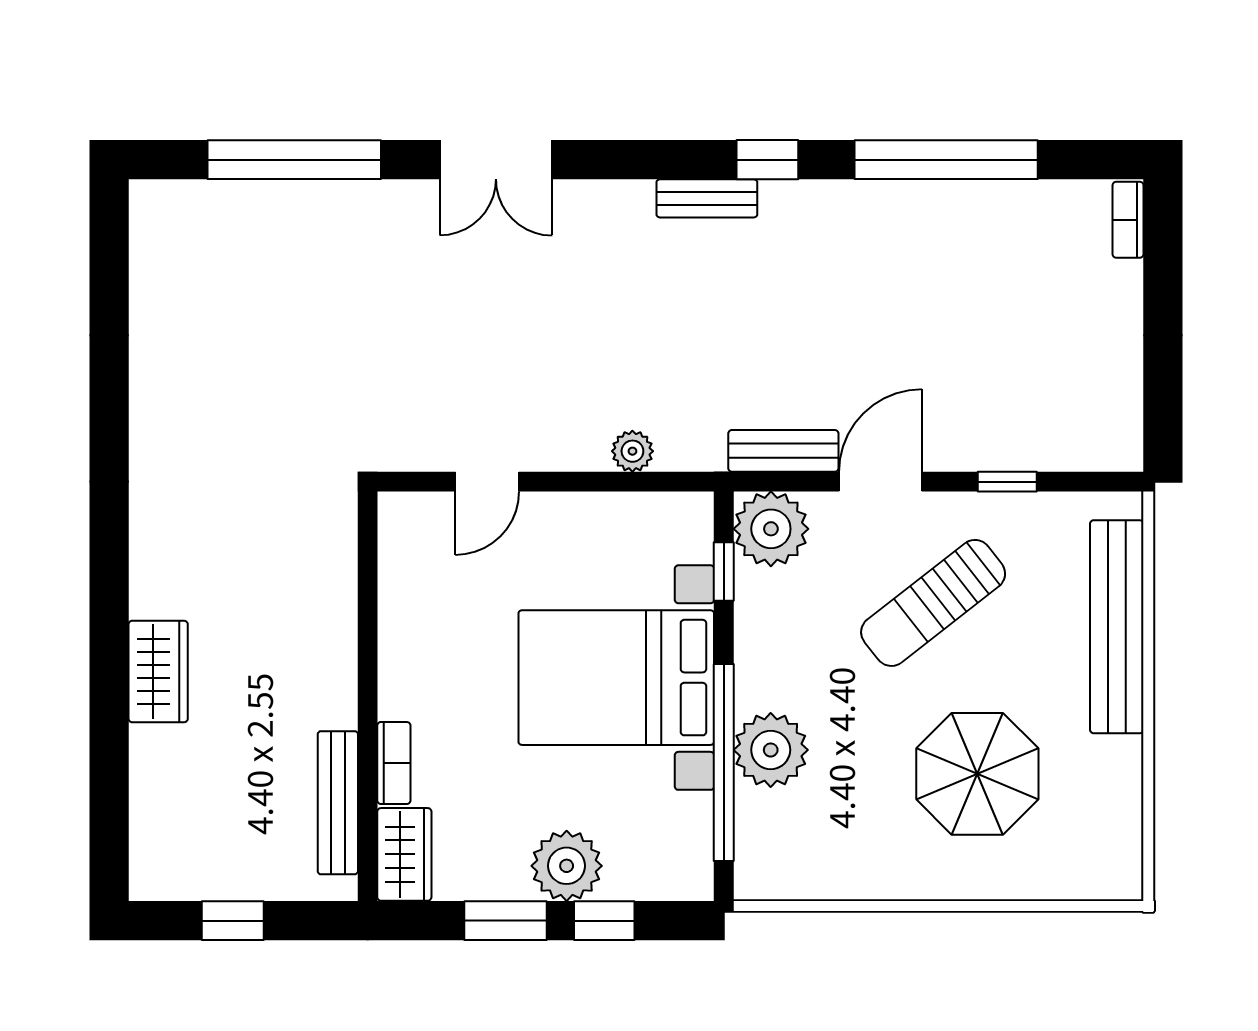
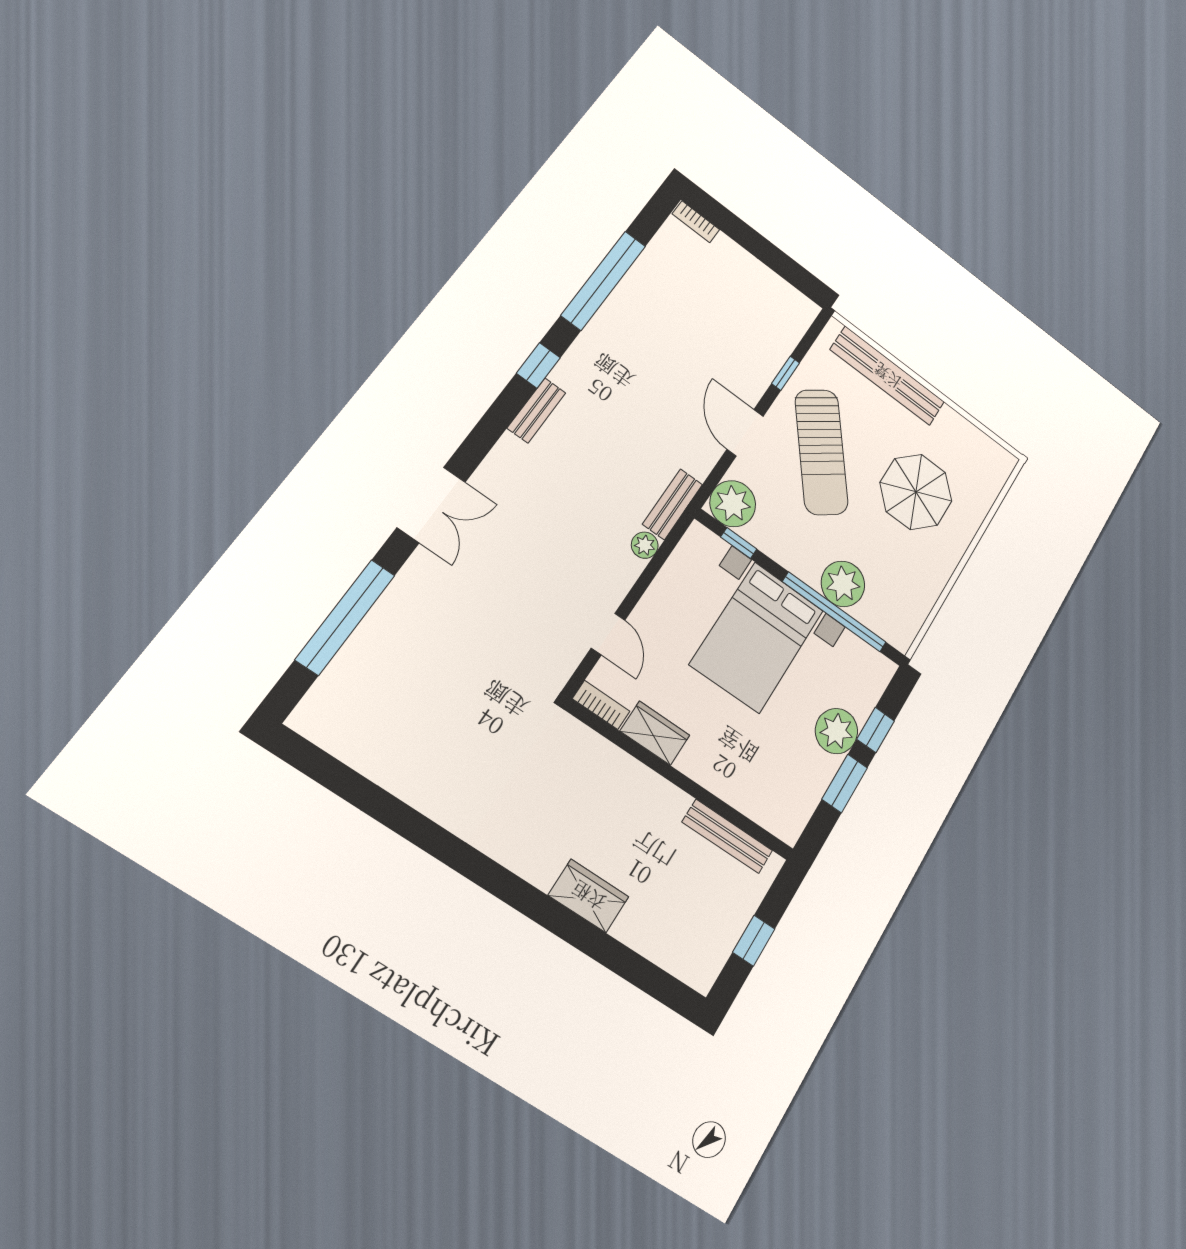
bench: (783, 451) -> (673, 504), moved
sun lounger: (933, 603) -> (821, 452), width x1.36, depth x1.34
bookcase: (394, 763) -> (601, 705), moved
wardrobe: (404, 854) -> (655, 733), moved

